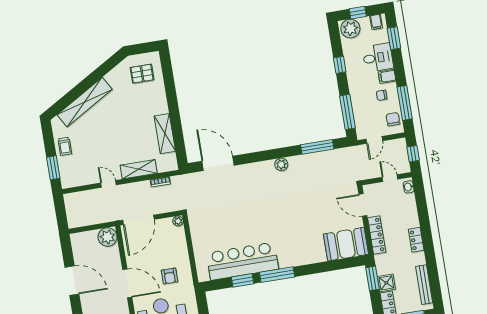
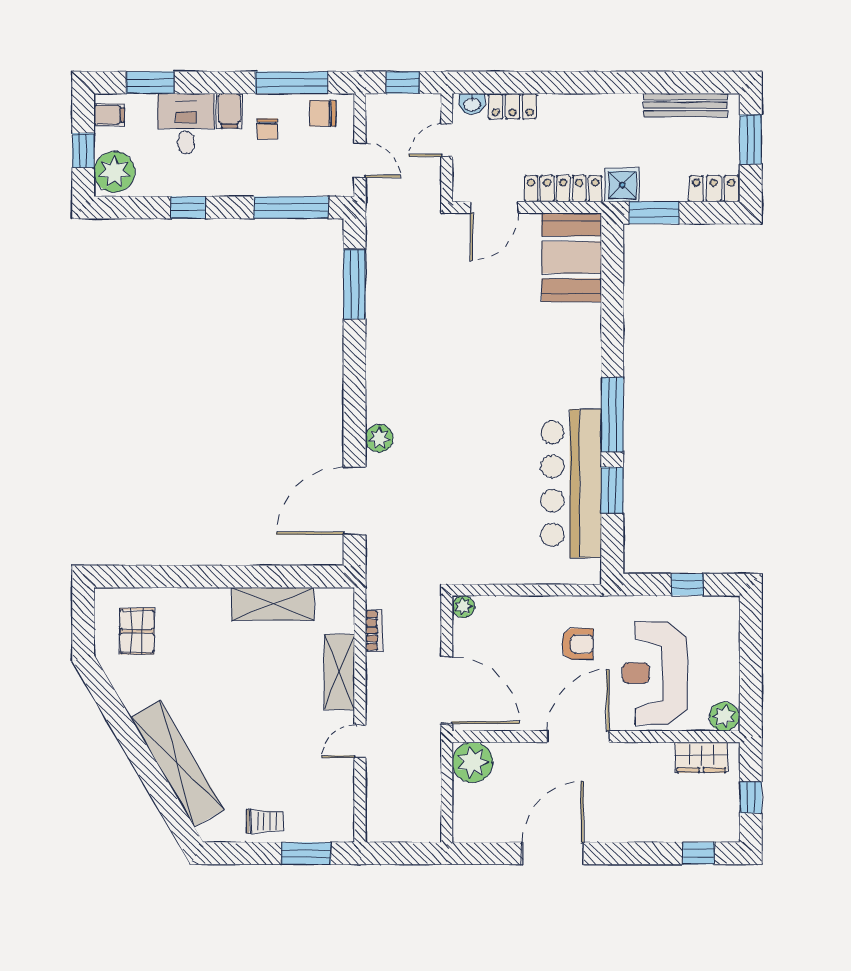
plant: (281, 164) -> (379, 438), moved
locker: (416, 240) -> (513, 106), moved
shower: (386, 283) -> (622, 185), moved

